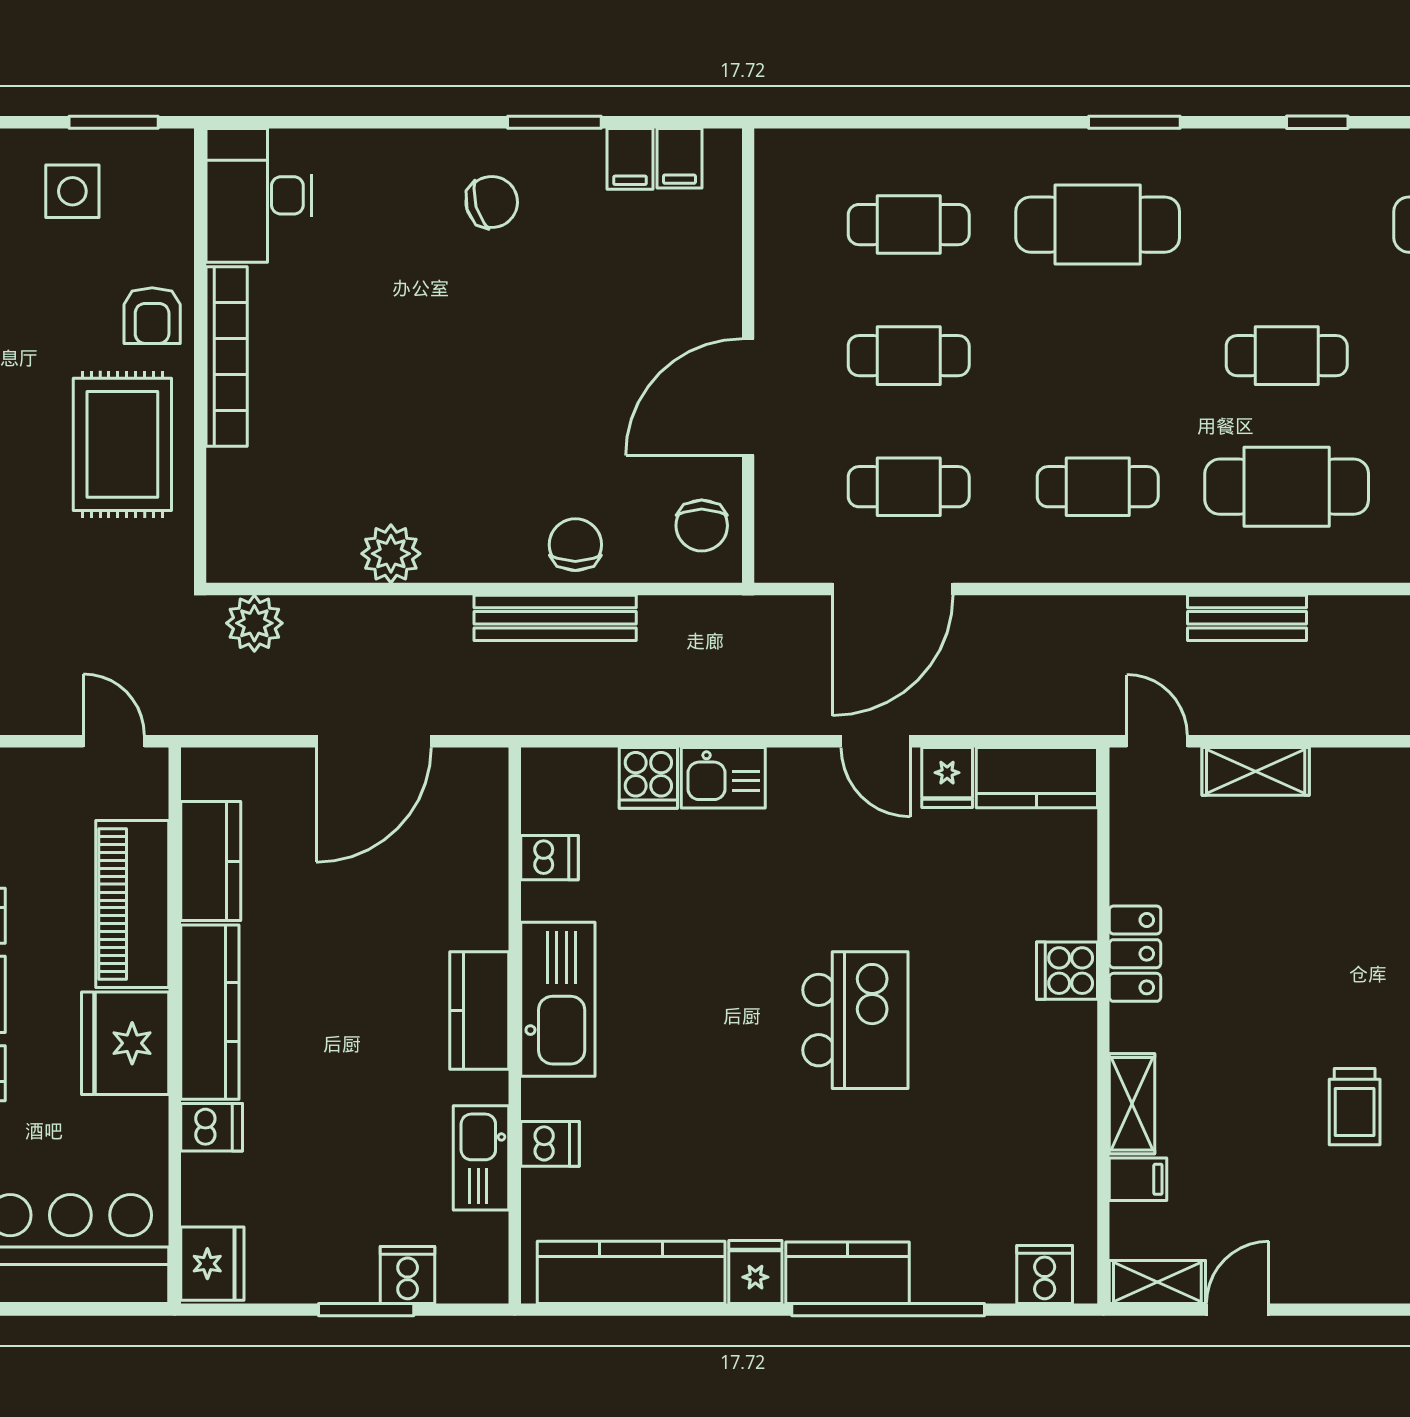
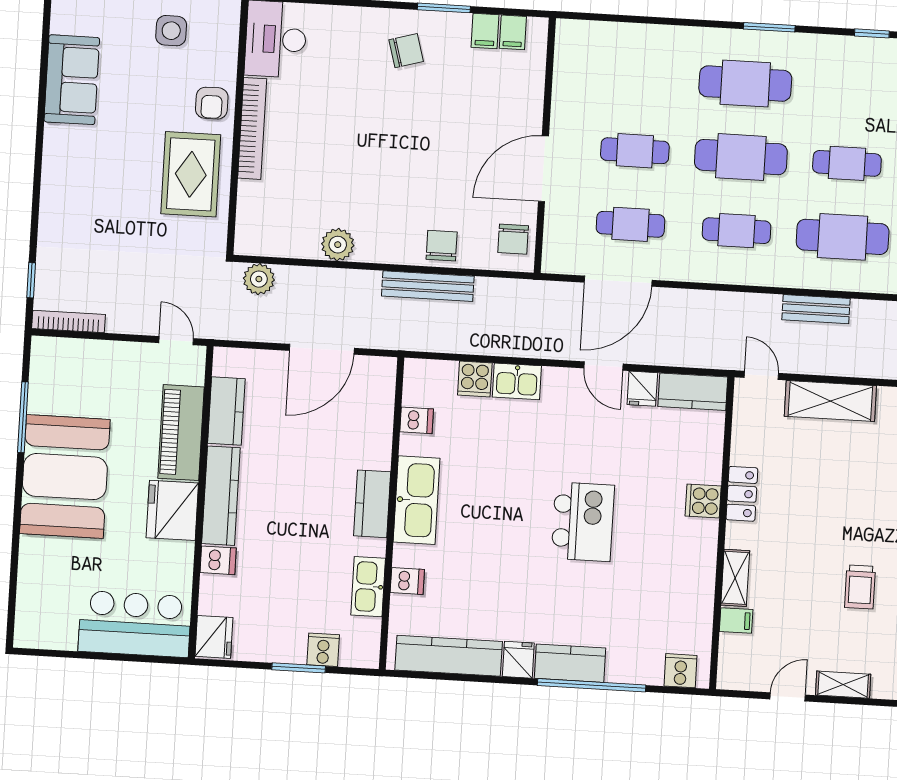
cafe table: (909, 225) -> (741, 157), moved, width x1.37, depth x1.35
shelving: (1256, 771) -> (830, 401), width x1.50, depth x1.33
shelving: (1157, 1282) -> (843, 685), moved

